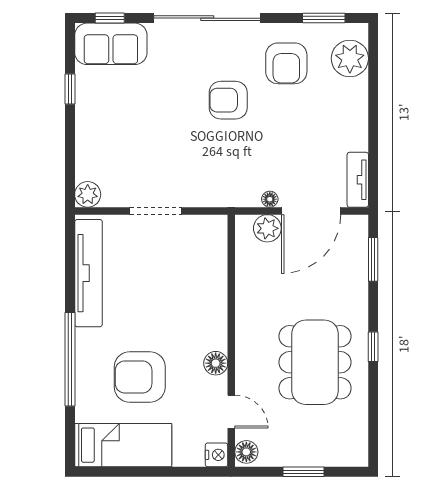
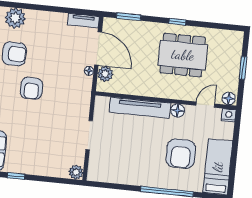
tv unit: (88, 273) -> (140, 108), moved, turned 180

